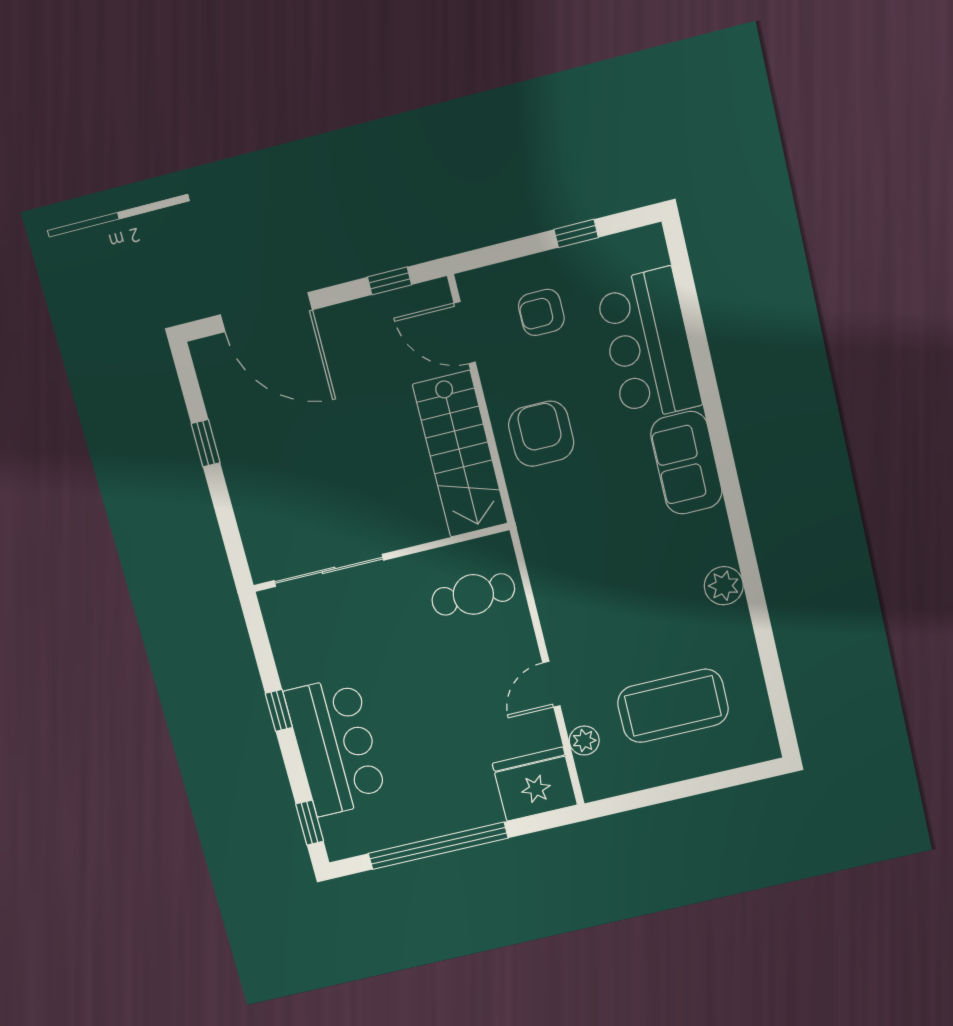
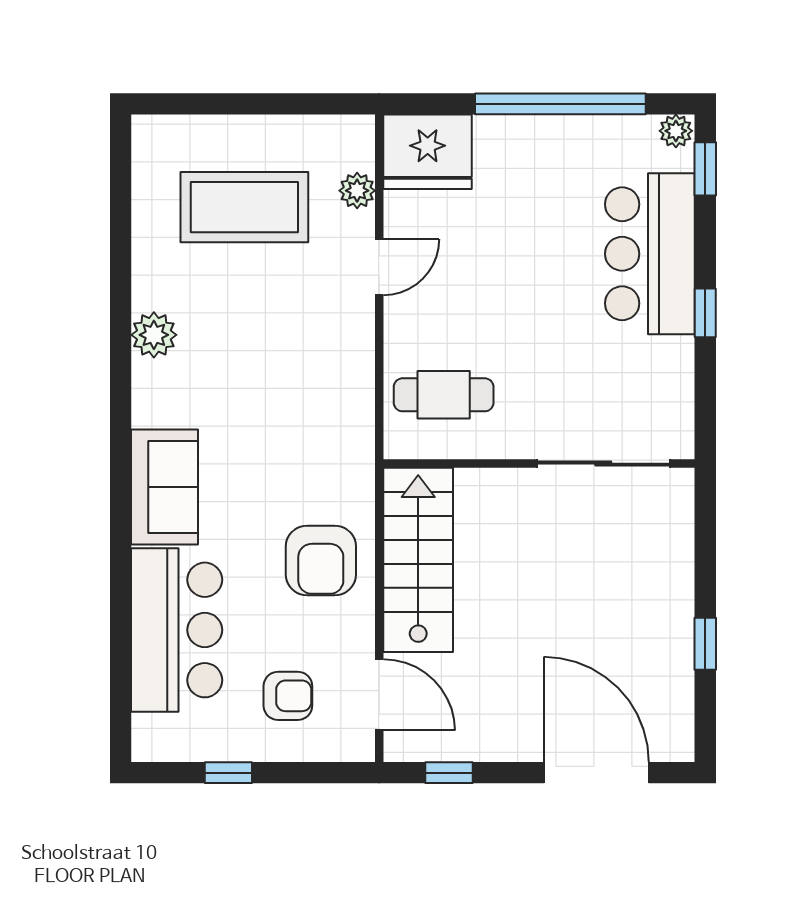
plant: (341, 846) -> (676, 131), added

